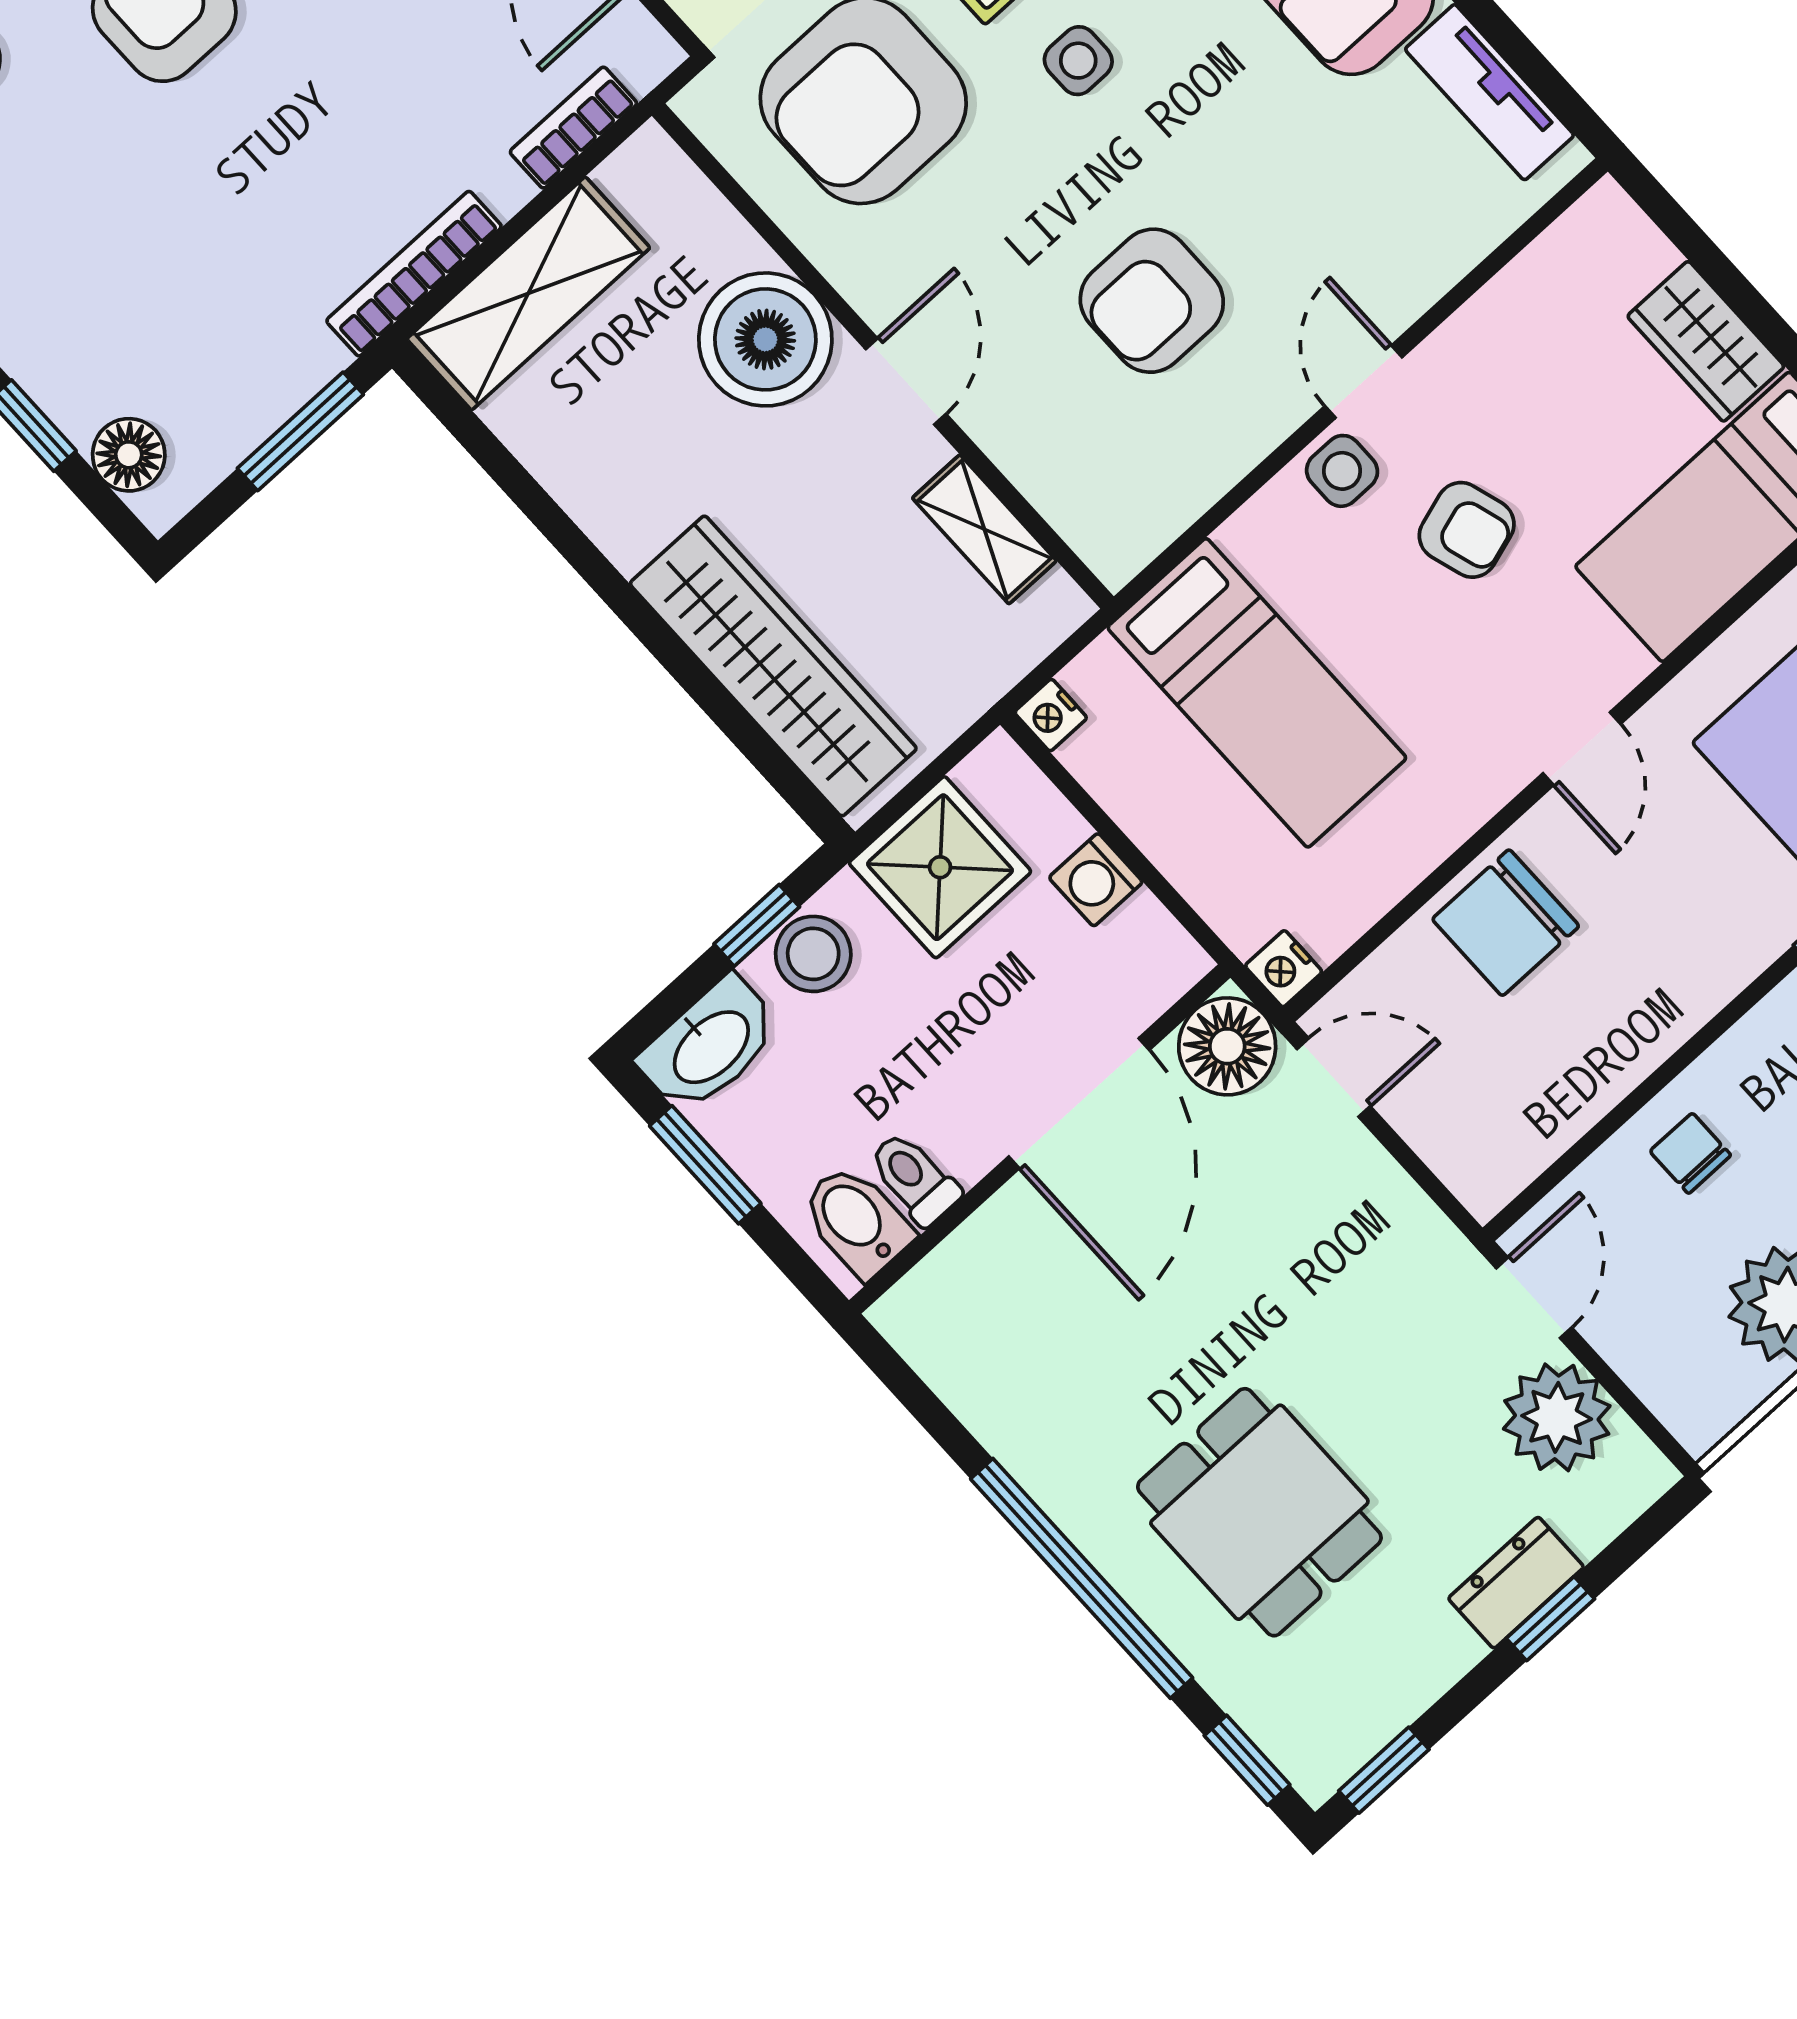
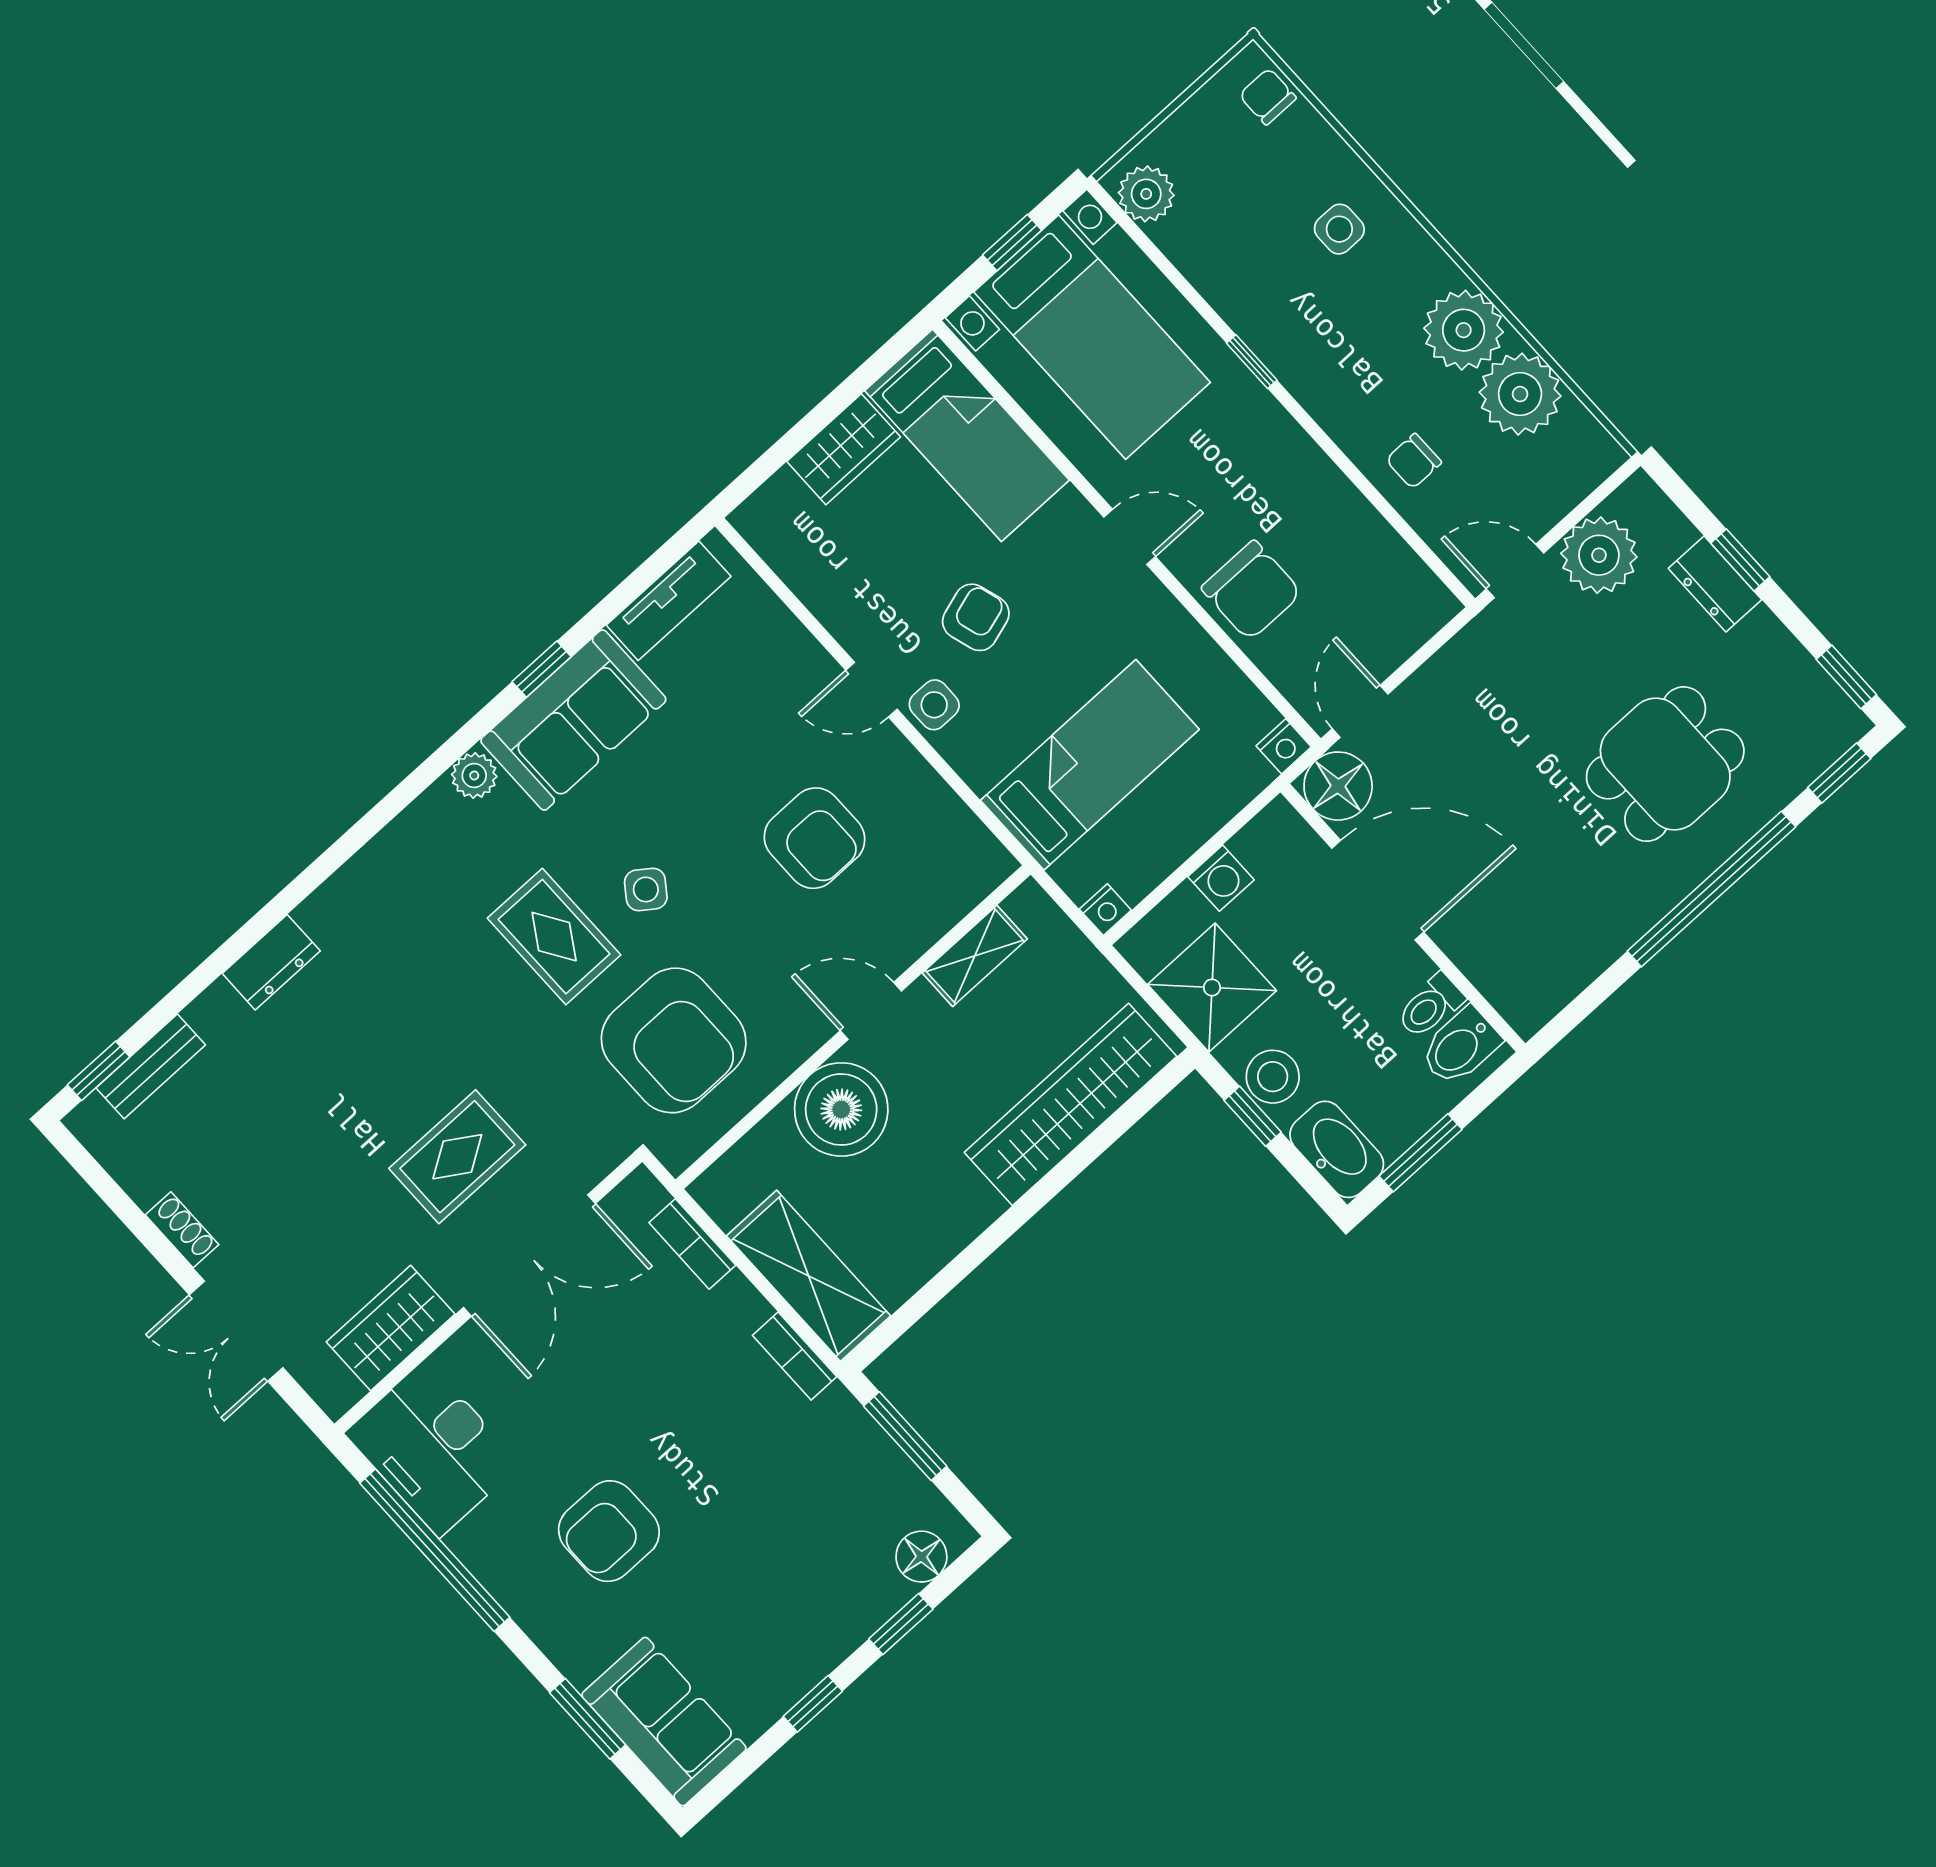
side table: (1078, 61) -> (646, 889), turned 36
bookcase: (414, 274) -> (795, 1356), width x0.64

